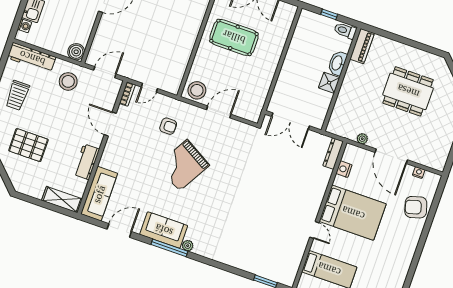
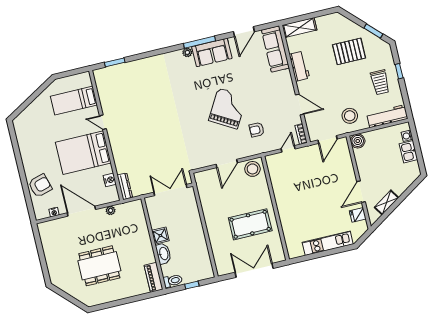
trolley: (17, 95) -> (380, 82), turned 180

